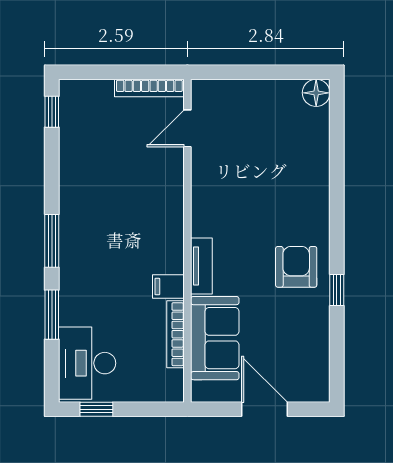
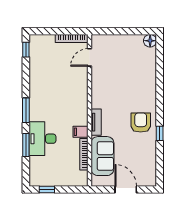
desk: (87, 363) -> (42, 139), moved

